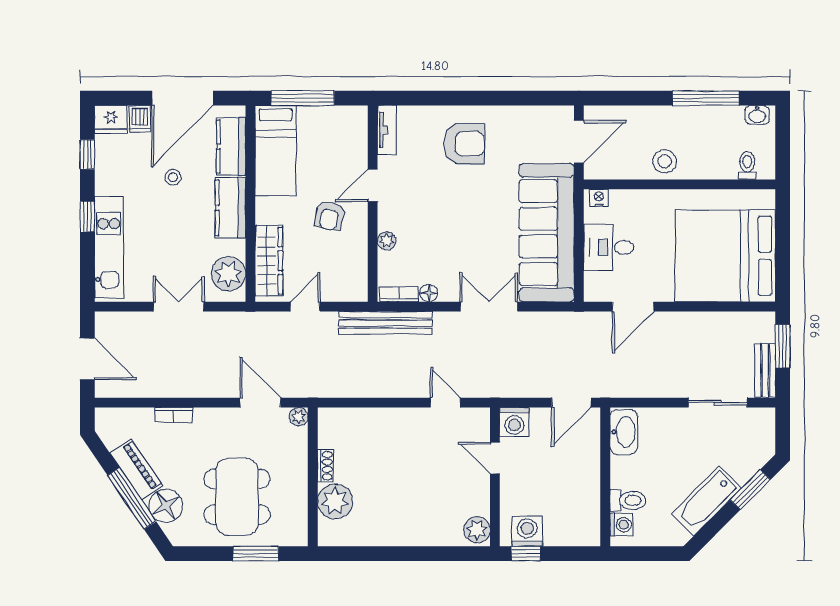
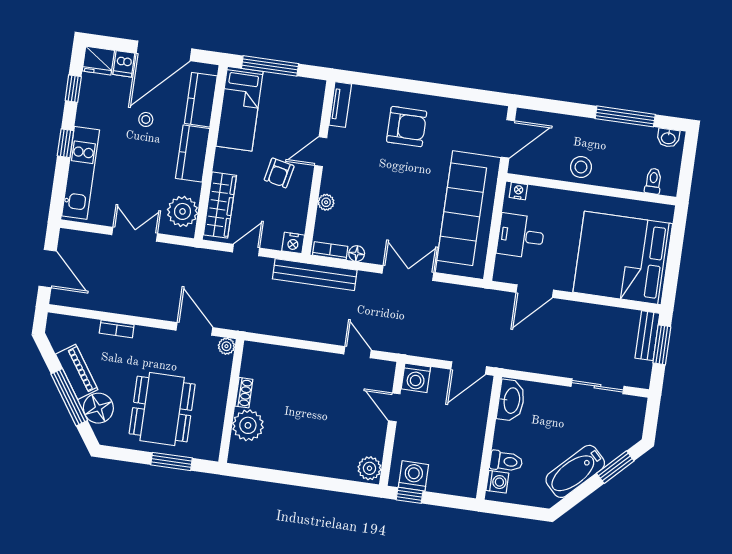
nightstand: (356, 291) -> (293, 243), added
bench: (765, 370) -> (647, 336), moved

